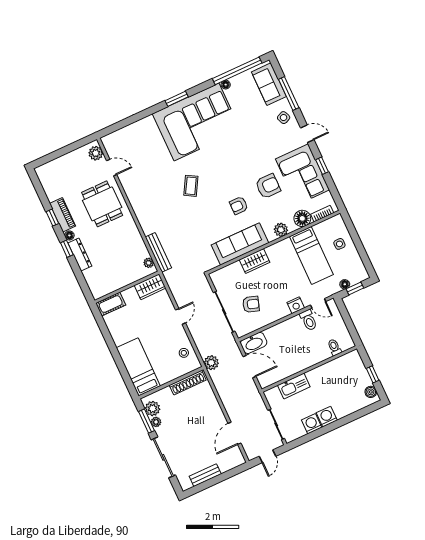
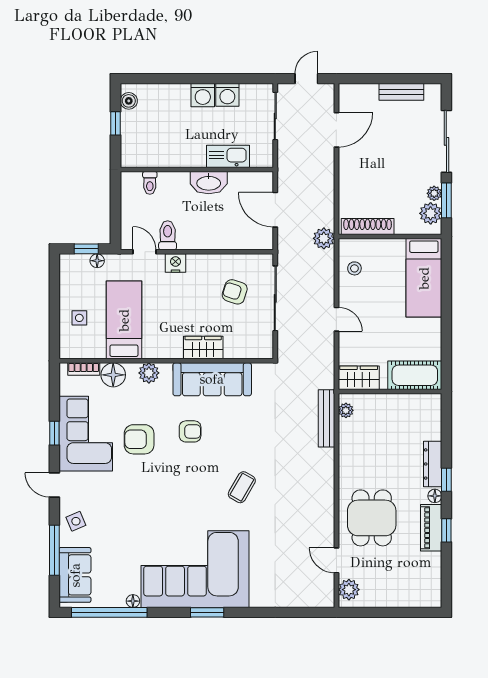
cot: (111, 304) -> (415, 375), width x1.37, depth x1.34
door: (180, 316) -> (336, 319), swing flipped
washbasin: (254, 343) -> (209, 183), moved, turned 180

